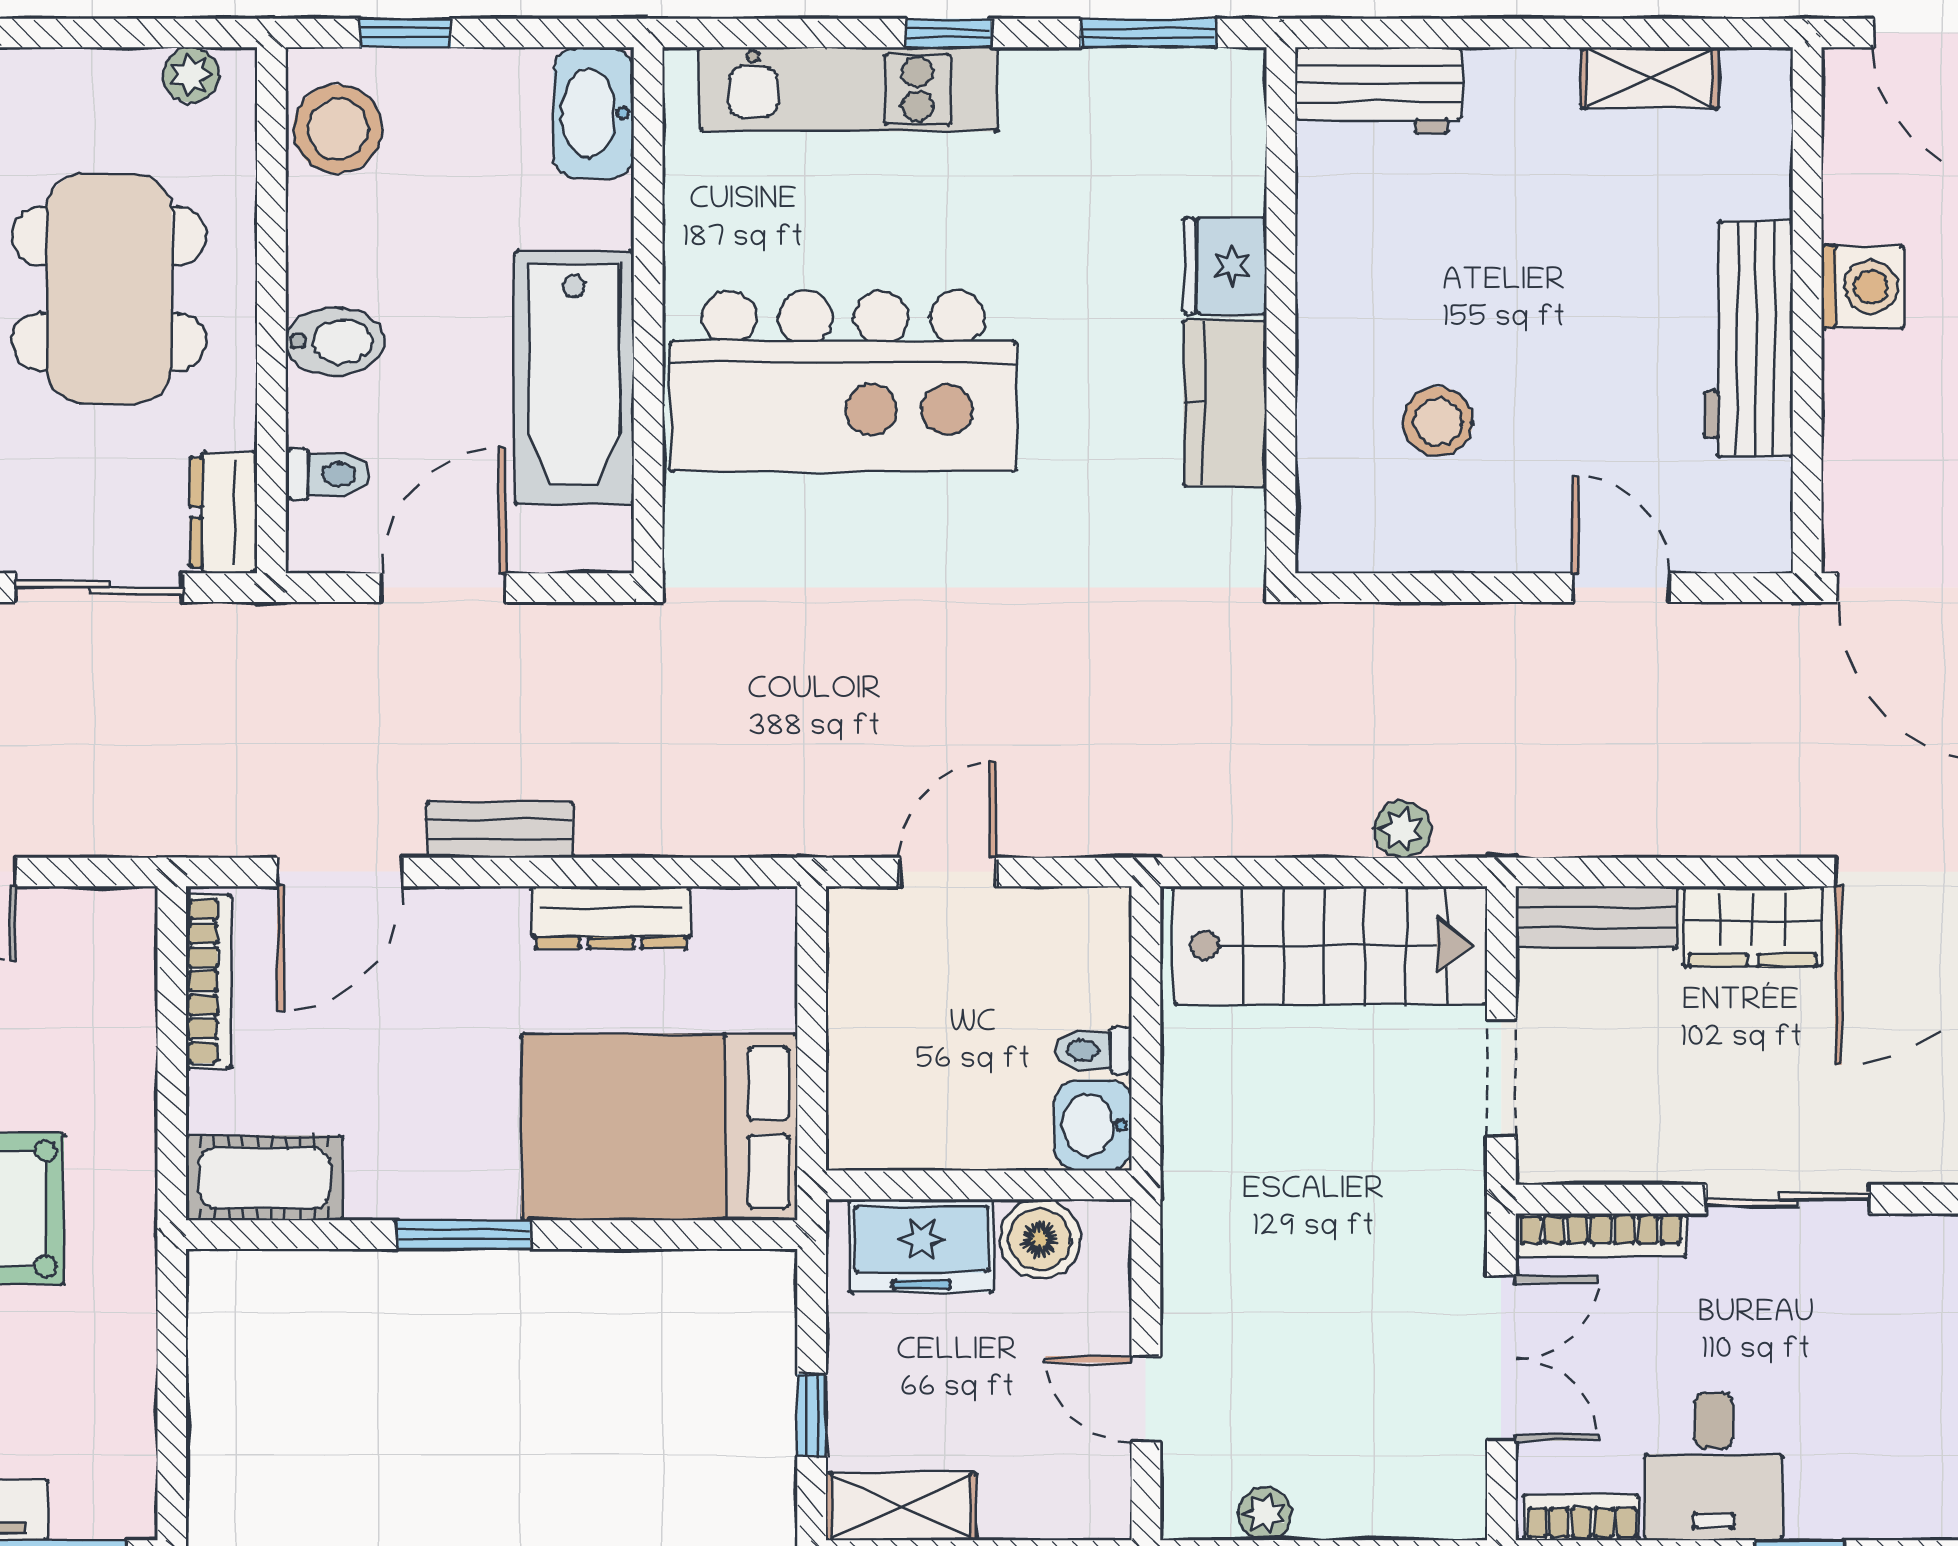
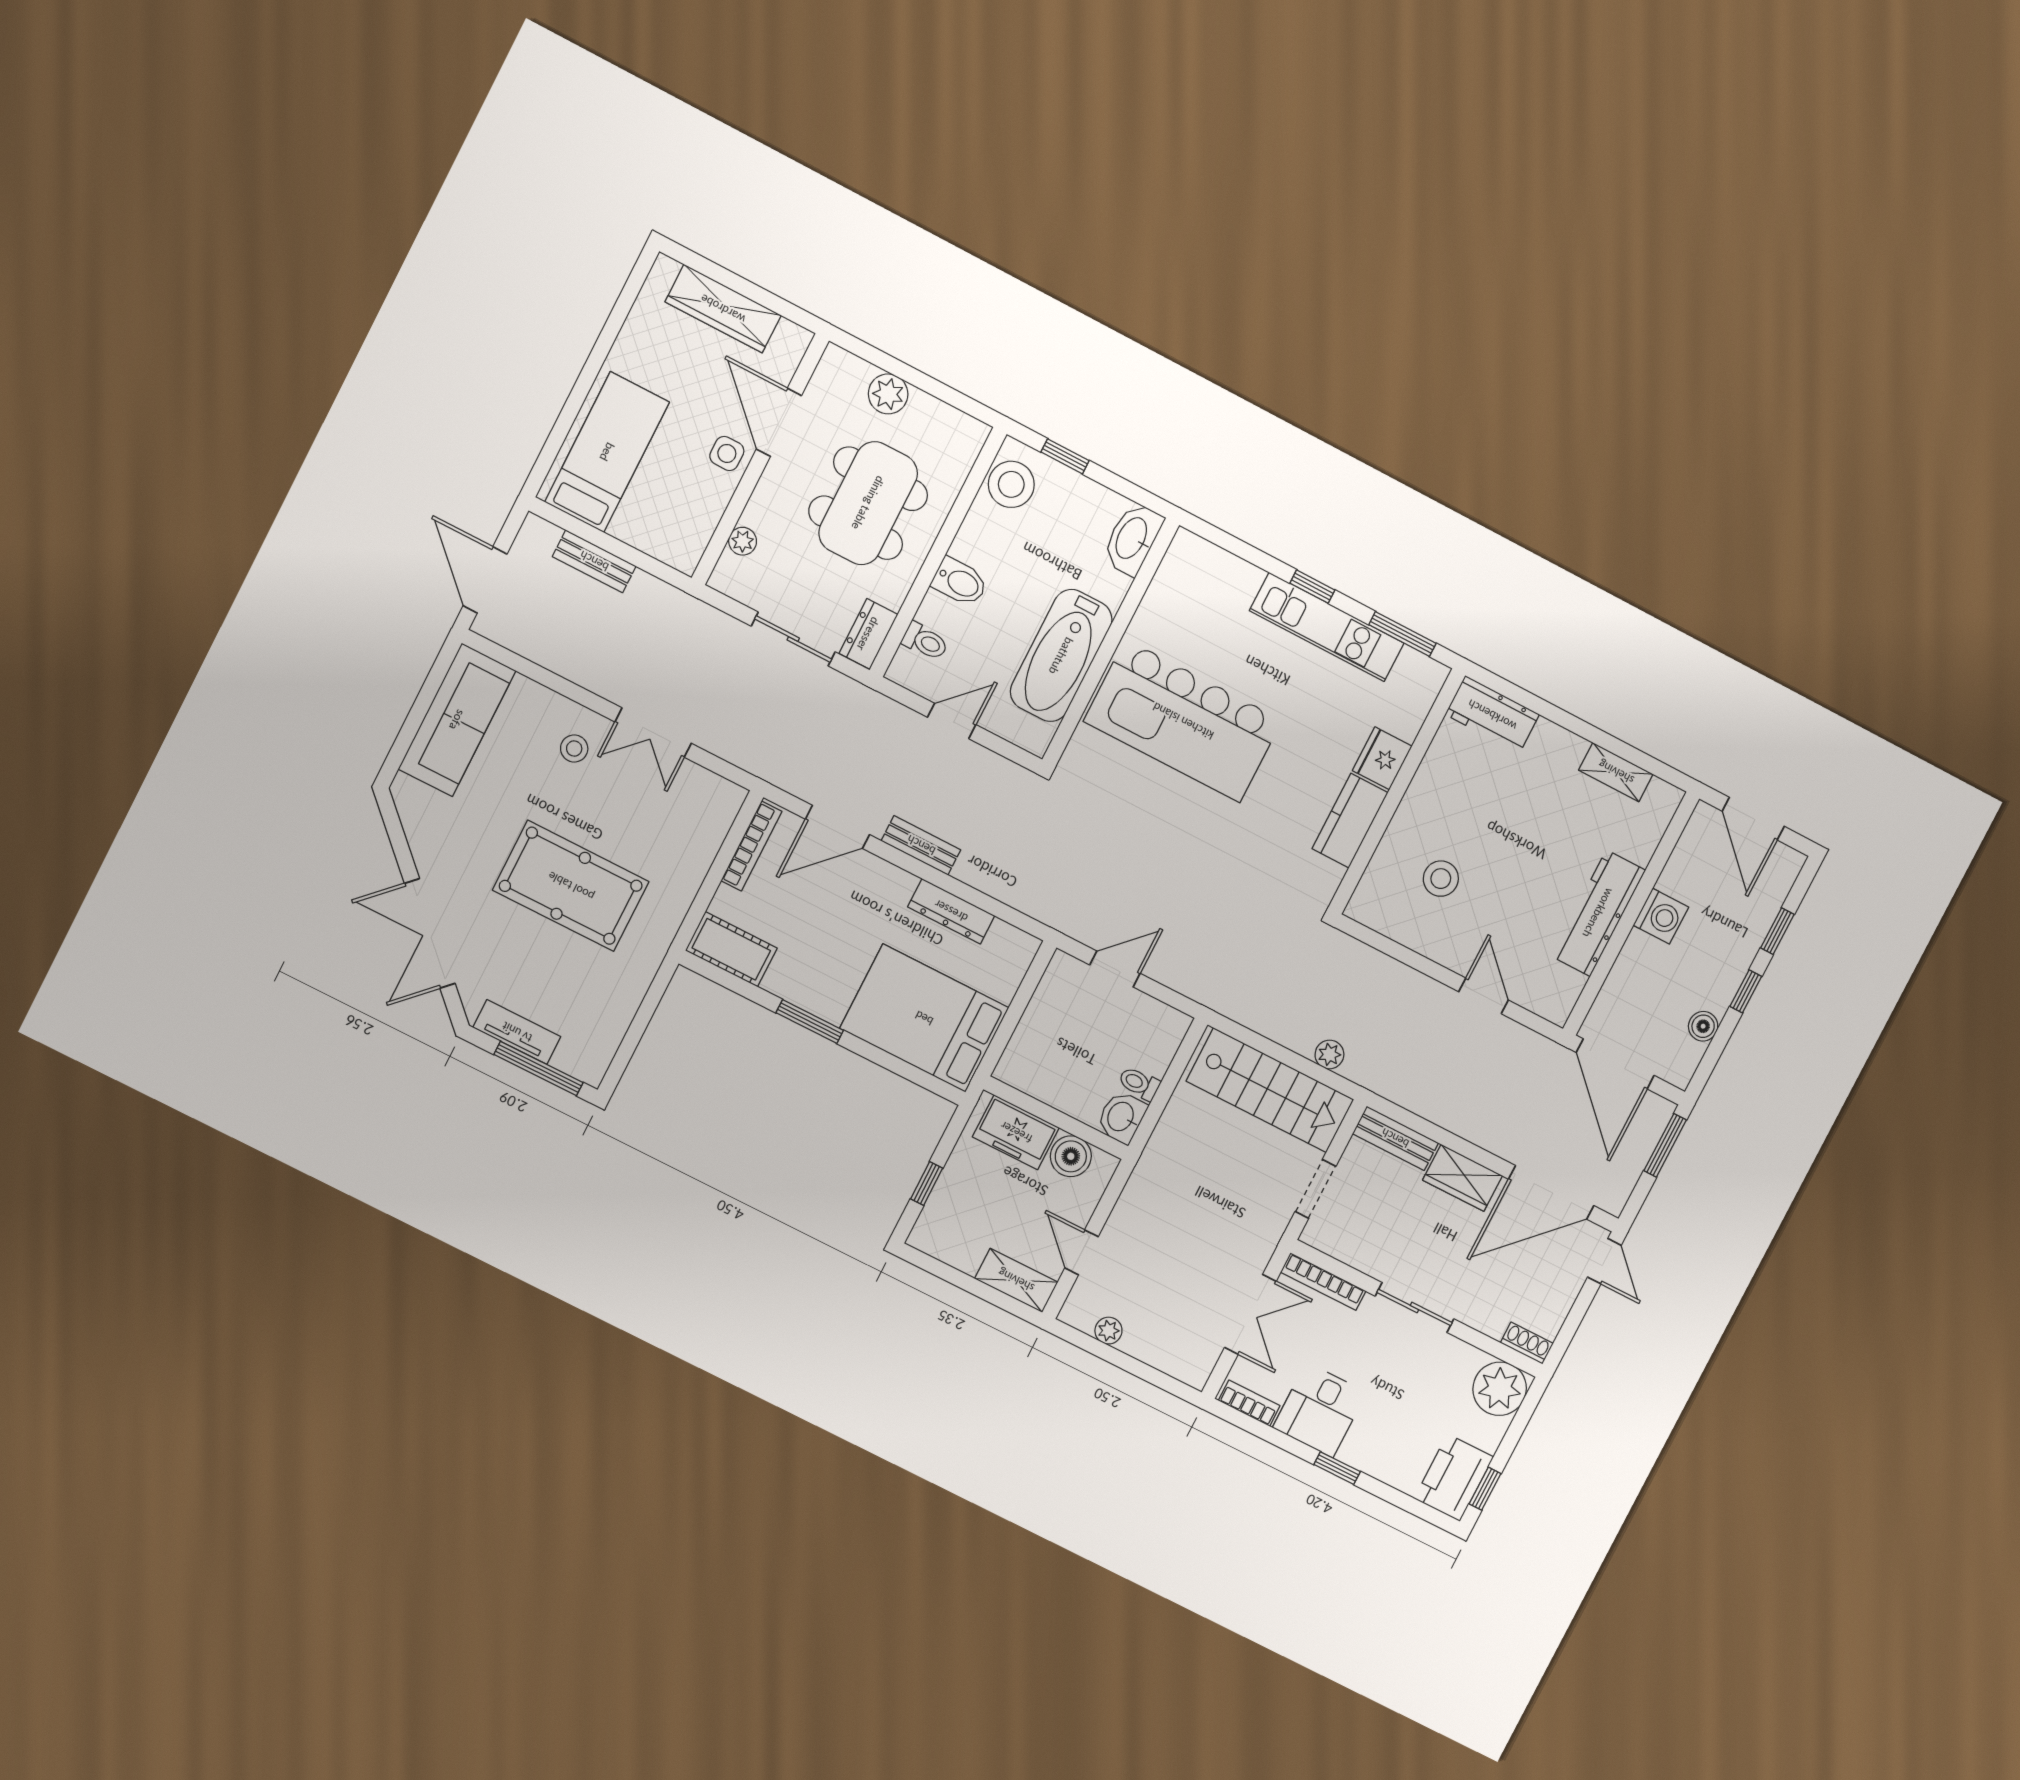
plant: (191, 75) -> (888, 394), moved, width x1.38, depth x1.38
kitchen unit: (849, 89) -> (1327, 627), moved
door: (443, 588) -> (952, 721), width x0.73
shelving: (901, 1507) -> (1016, 1280), moved

